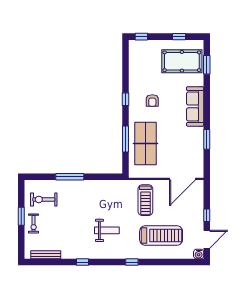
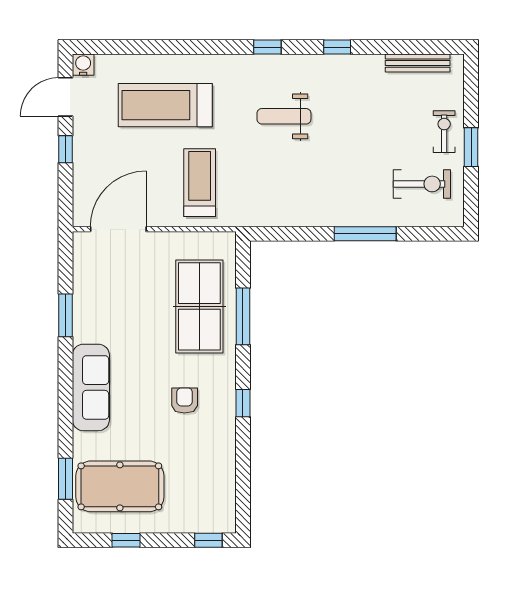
window: (132, 262) -> (267, 47), moved

